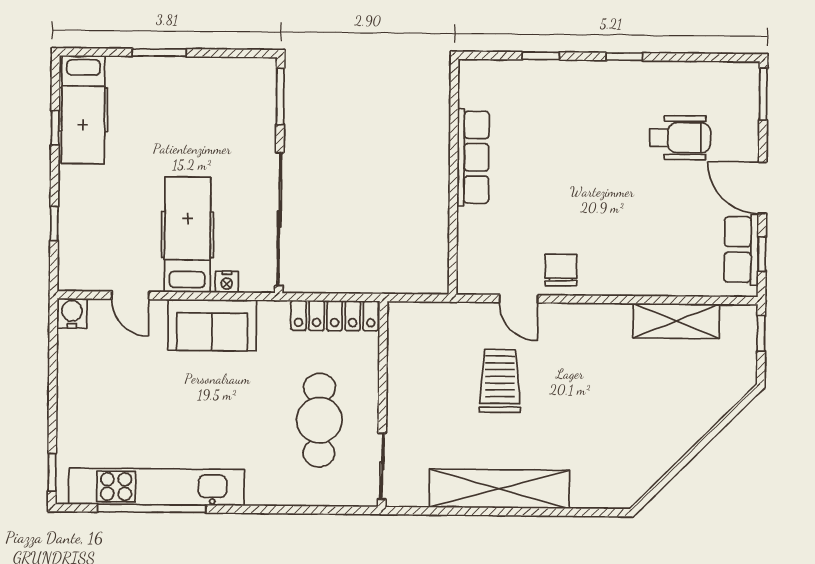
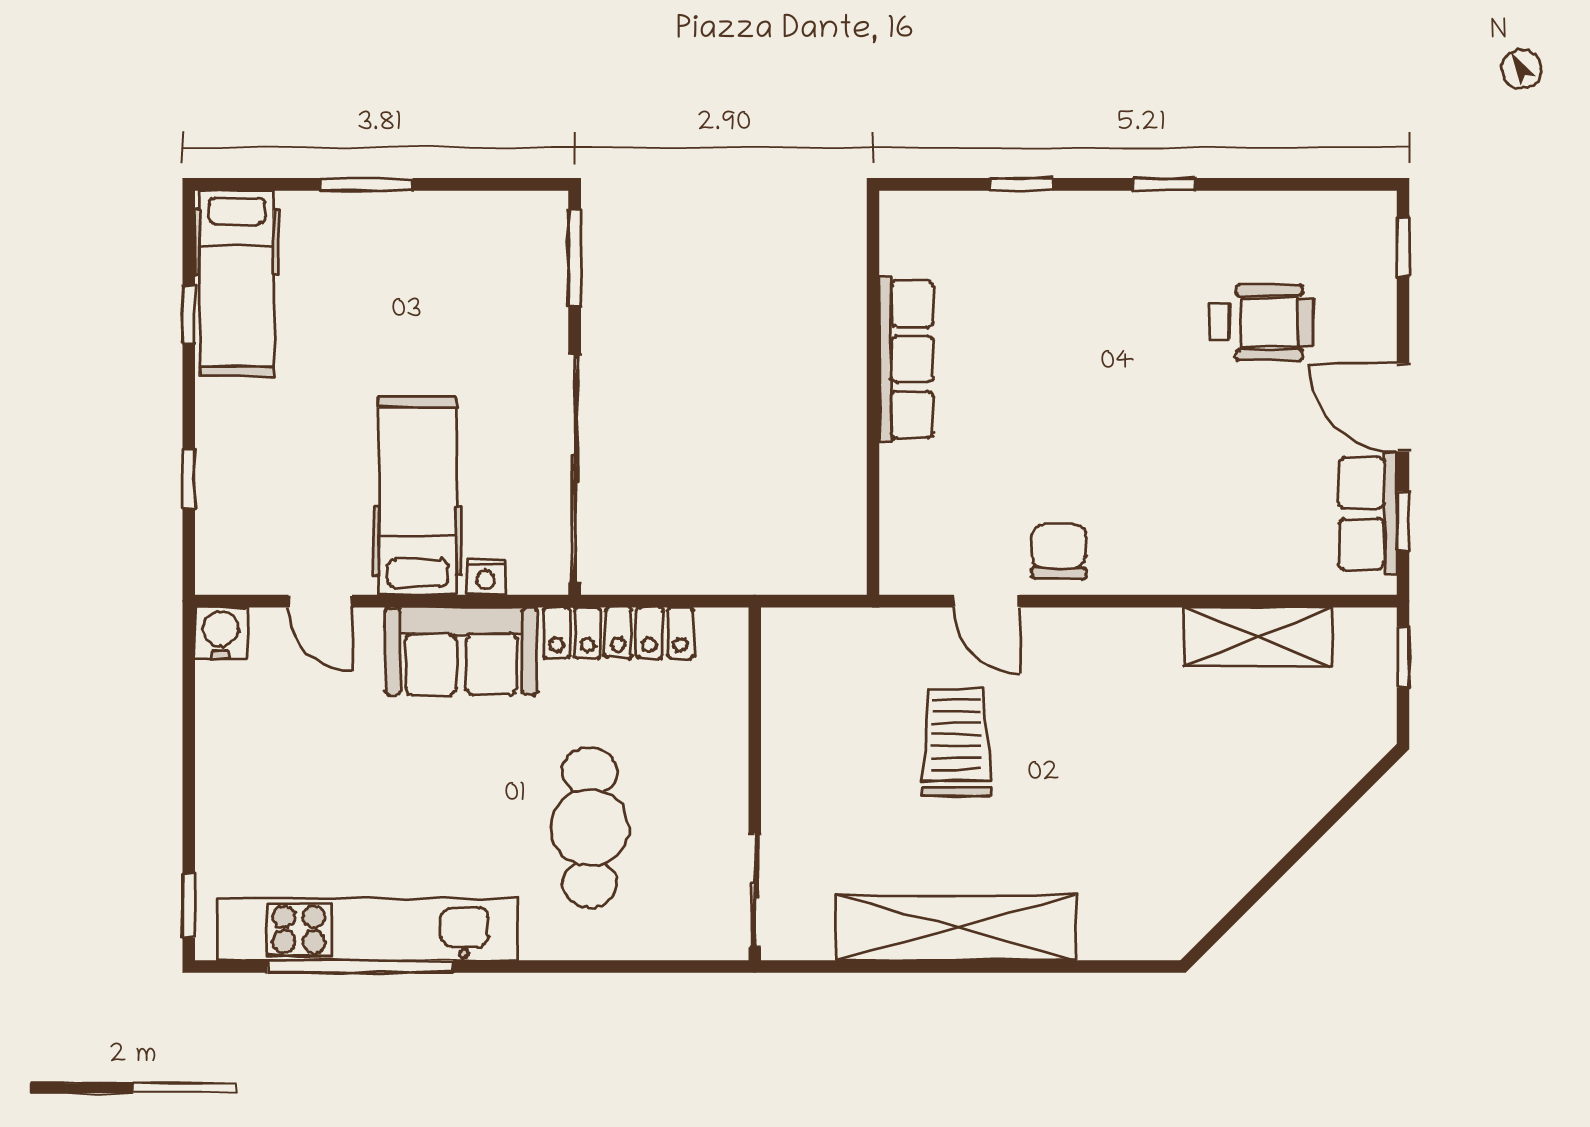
window: (763, 94) -> (1403, 247), width x0.67
locker: (335, 316) -> (619, 633), moved
cafe table: (319, 420) -> (590, 828), moved

